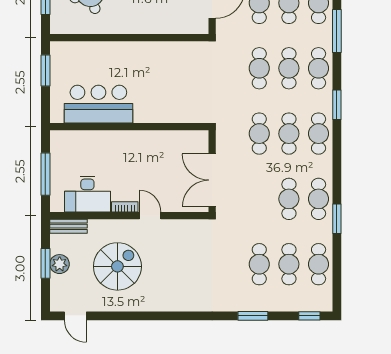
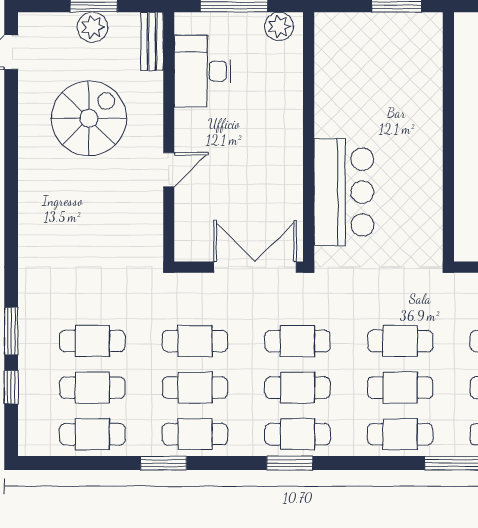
bar counter: (98, 104) -> (344, 192), moved
window: (337, 105) -> (290, 463), moved
plant: (59, 145) -> (279, 26), added
double door: (212, 180) -> (255, 267), moved
cafe table: (259, 199) -> (195, 341), added
bookcase: (125, 207) -> (182, 130), removed
spiral stairs: (117, 266) -> (89, 118), turned -90
window: (309, 316) -> (11, 387), moved

